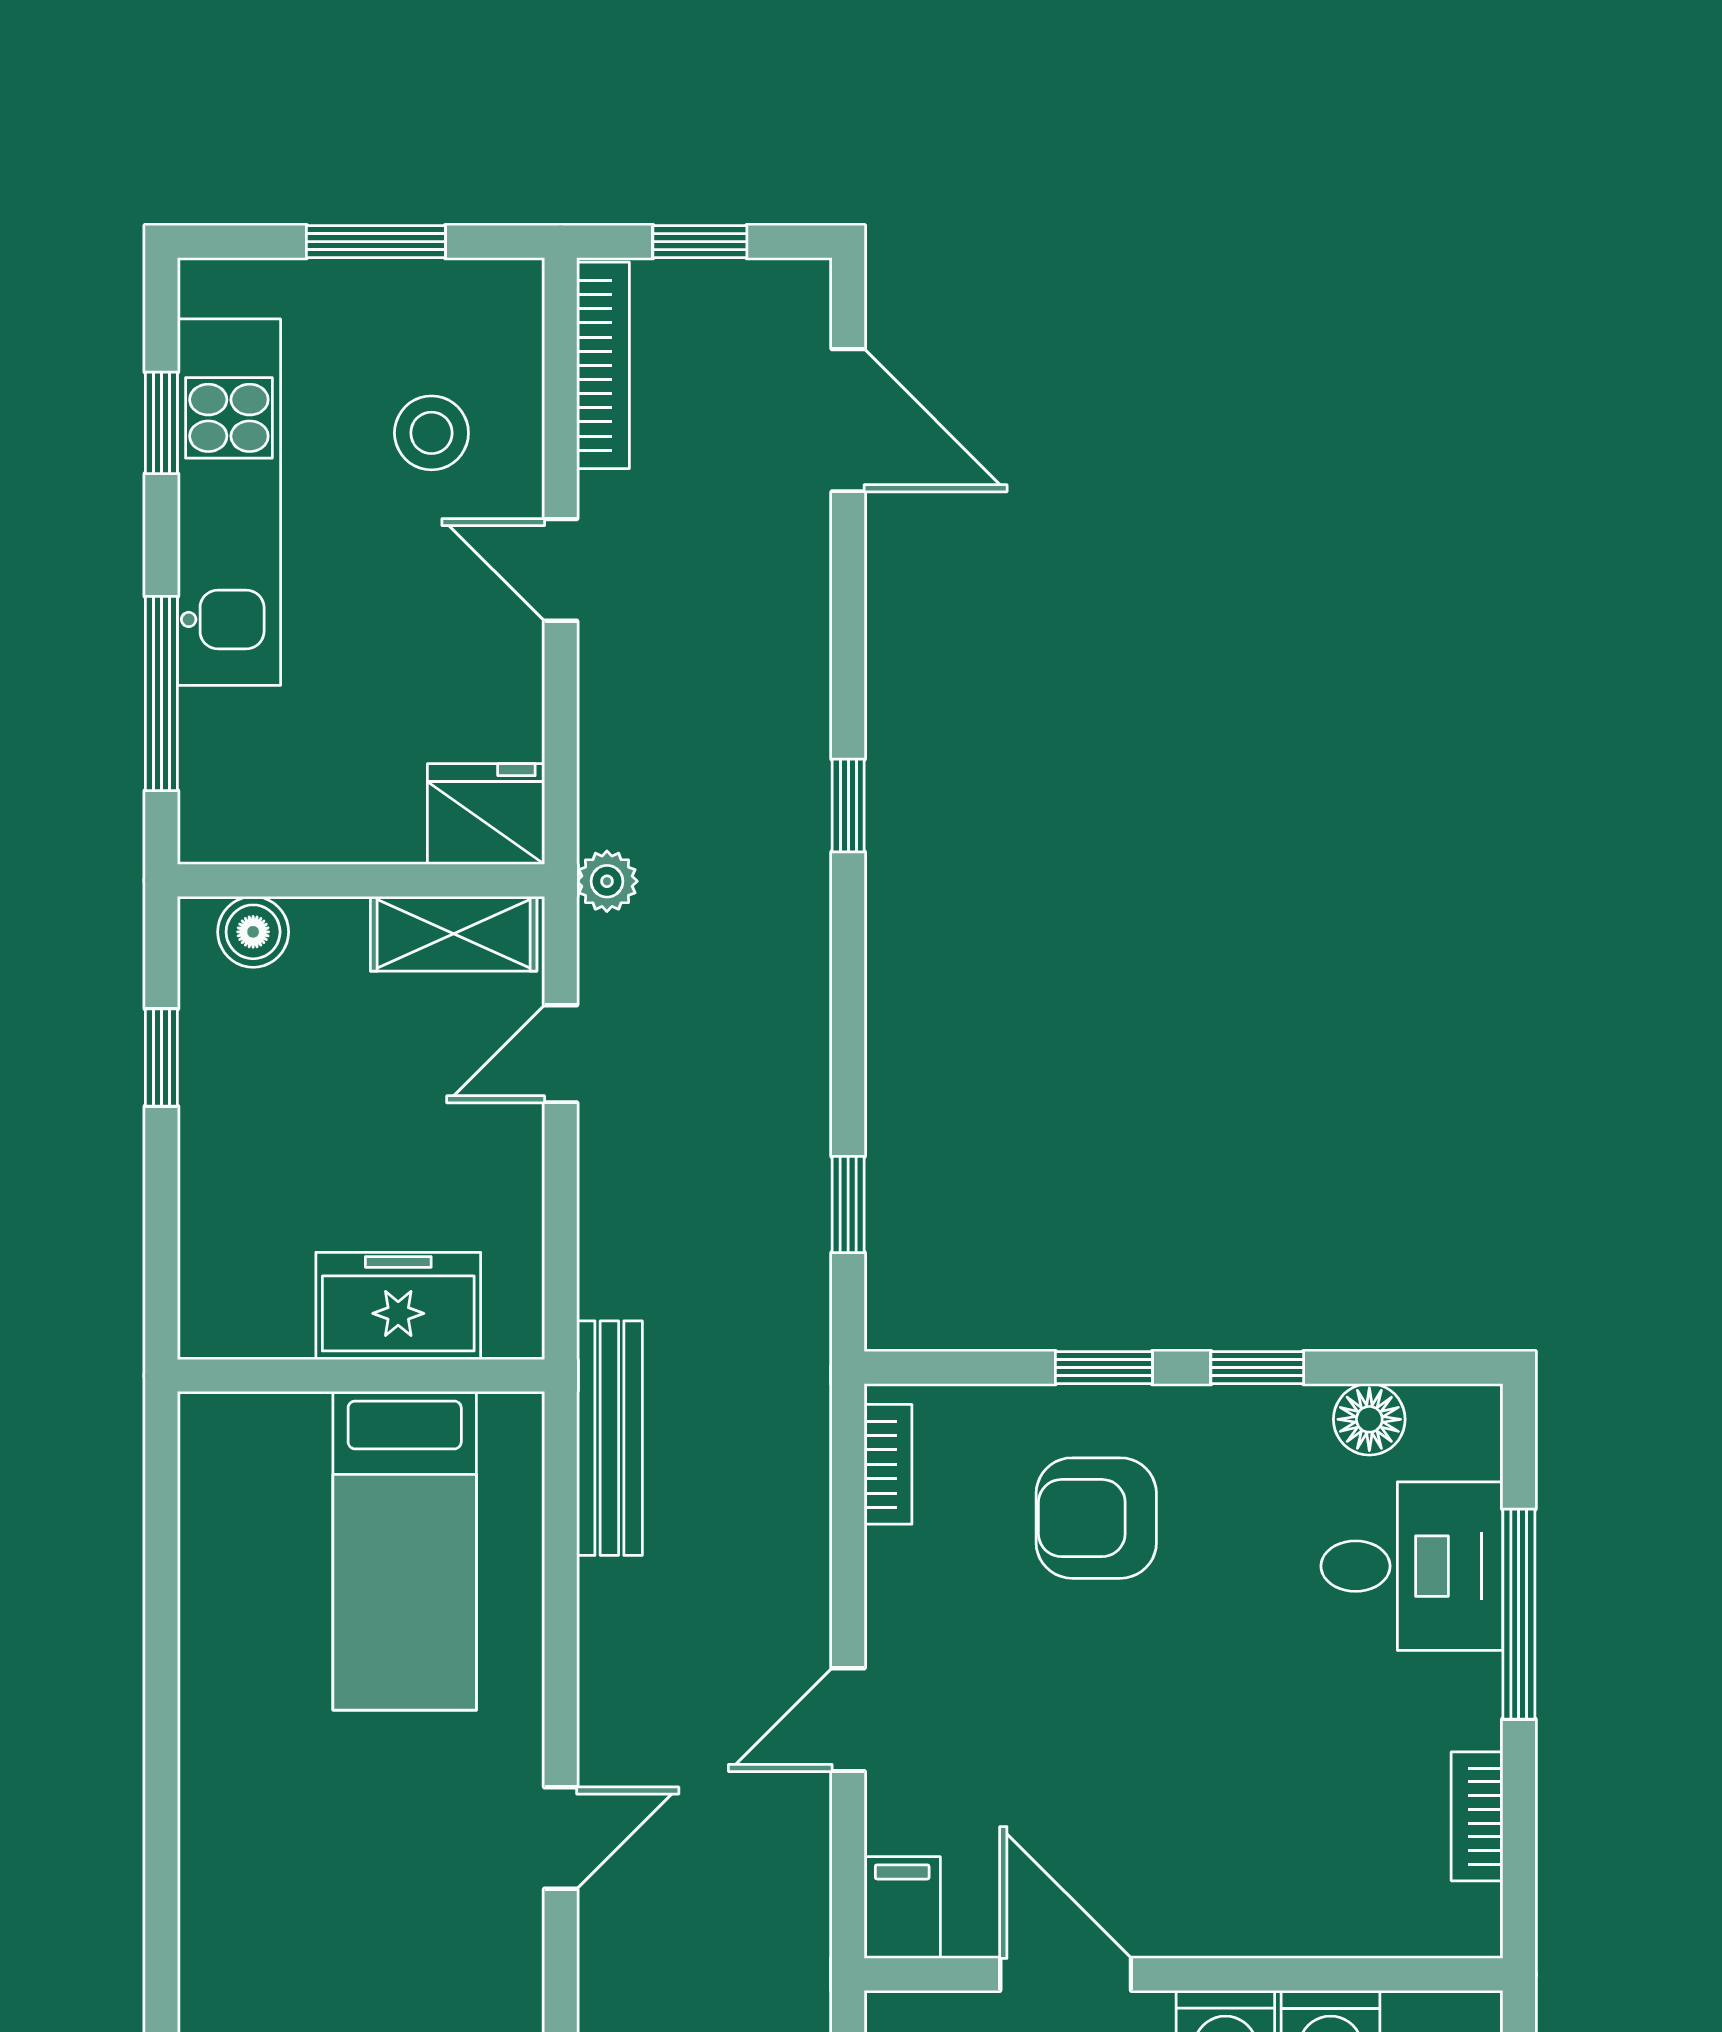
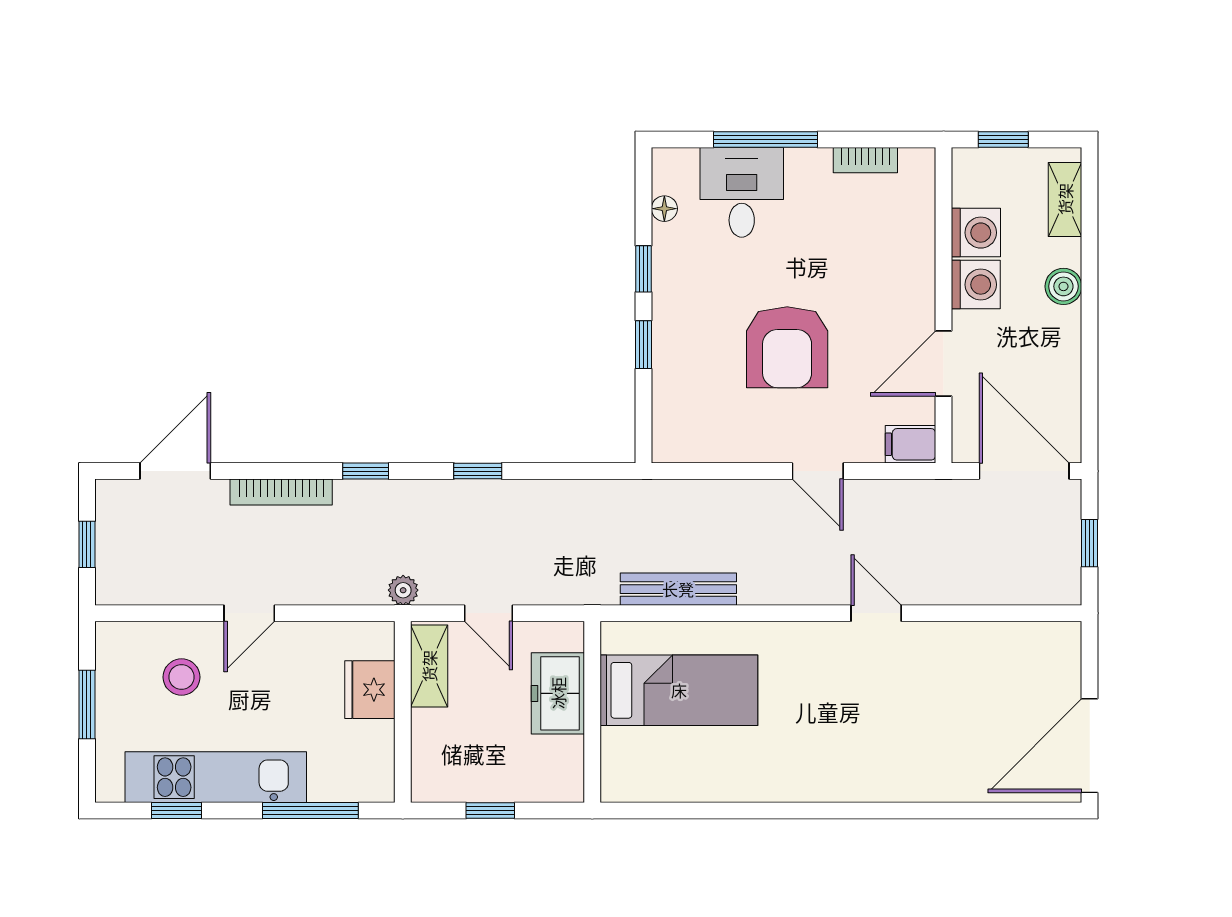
bookcase: (603, 365) -> (281, 492), moved, turned 180
fridge: (486, 814) -> (370, 690), moved
boiler: (253, 932) -> (428, 765), removed
window: (848, 1204) -> (478, 471), moved
freezer: (398, 1306) -> (558, 693), moved
wall: (361, 1376) -> (592, 712), moved
floor lamp: (1369, 1419) -> (664, 209), width x0.73, depth x0.73
bookcase: (888, 1464) -> (691, 451), removed
armchair: (1096, 1518) -> (787, 347), moved, width x1.36, depth x1.36
bed: (405, 1551) -> (679, 690), moved

